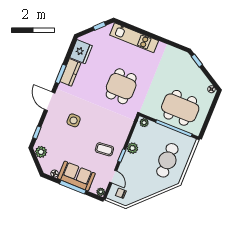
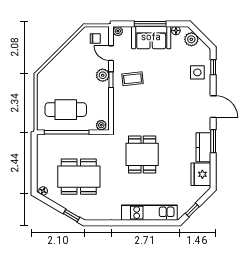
dining table: (180, 108) -> (79, 177), moved
side table: (74, 120) -> (197, 72), moved
plant: (132, 148) -> (103, 75), moved
plant: (41, 152) -> (191, 39), moved
cafe table: (167, 160) -> (66, 110), moved, turned 90

